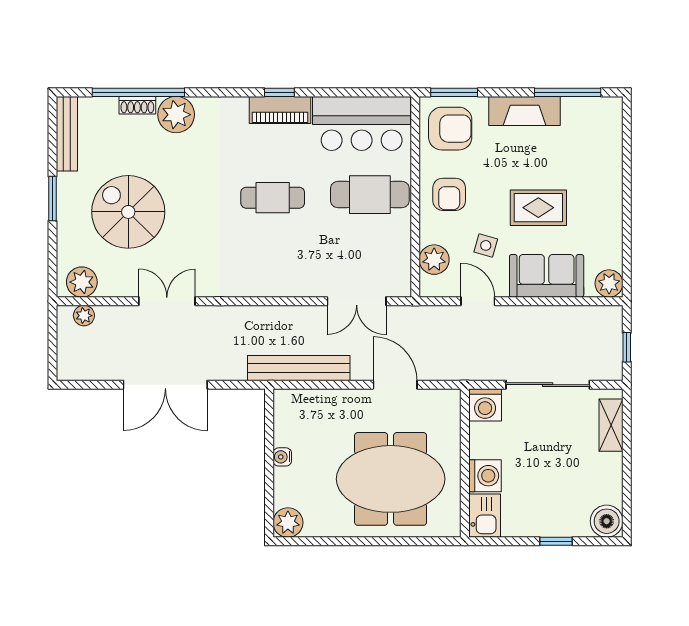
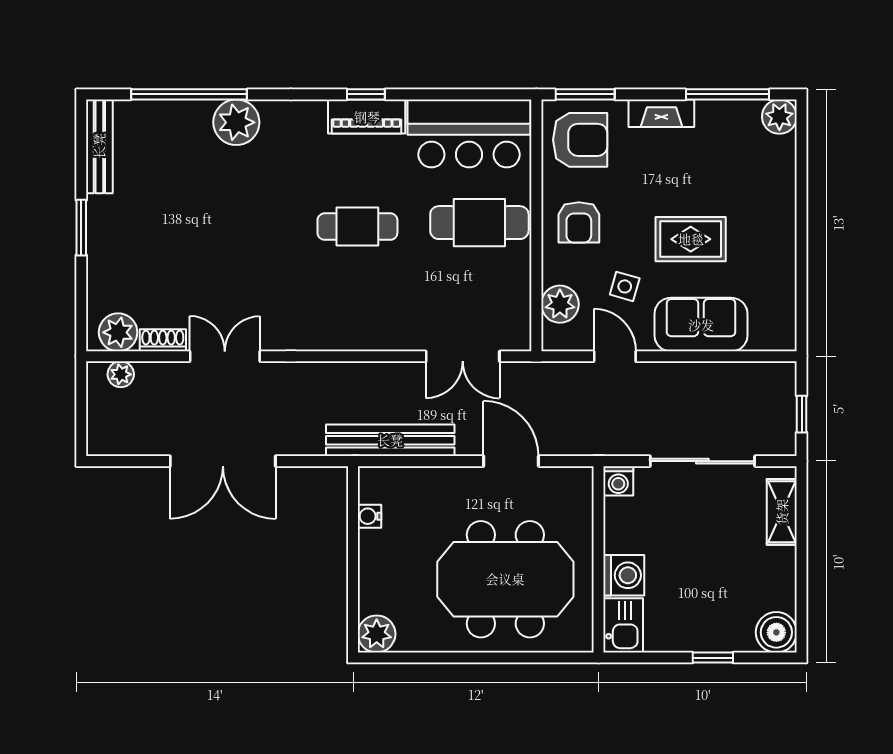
shoe rack: (137, 105) -> (163, 340), moved, turned 180
fireplace: (525, 111) -> (661, 113), width x0.73, depth x0.76
spiral stairs: (128, 212) -> (176, 244), removed
plant: (609, 283) -> (779, 117), moved
washing machine: (485, 405) -> (618, 481), width x0.73, depth x0.73
water cooler: (282, 457) -> (369, 516), moved

